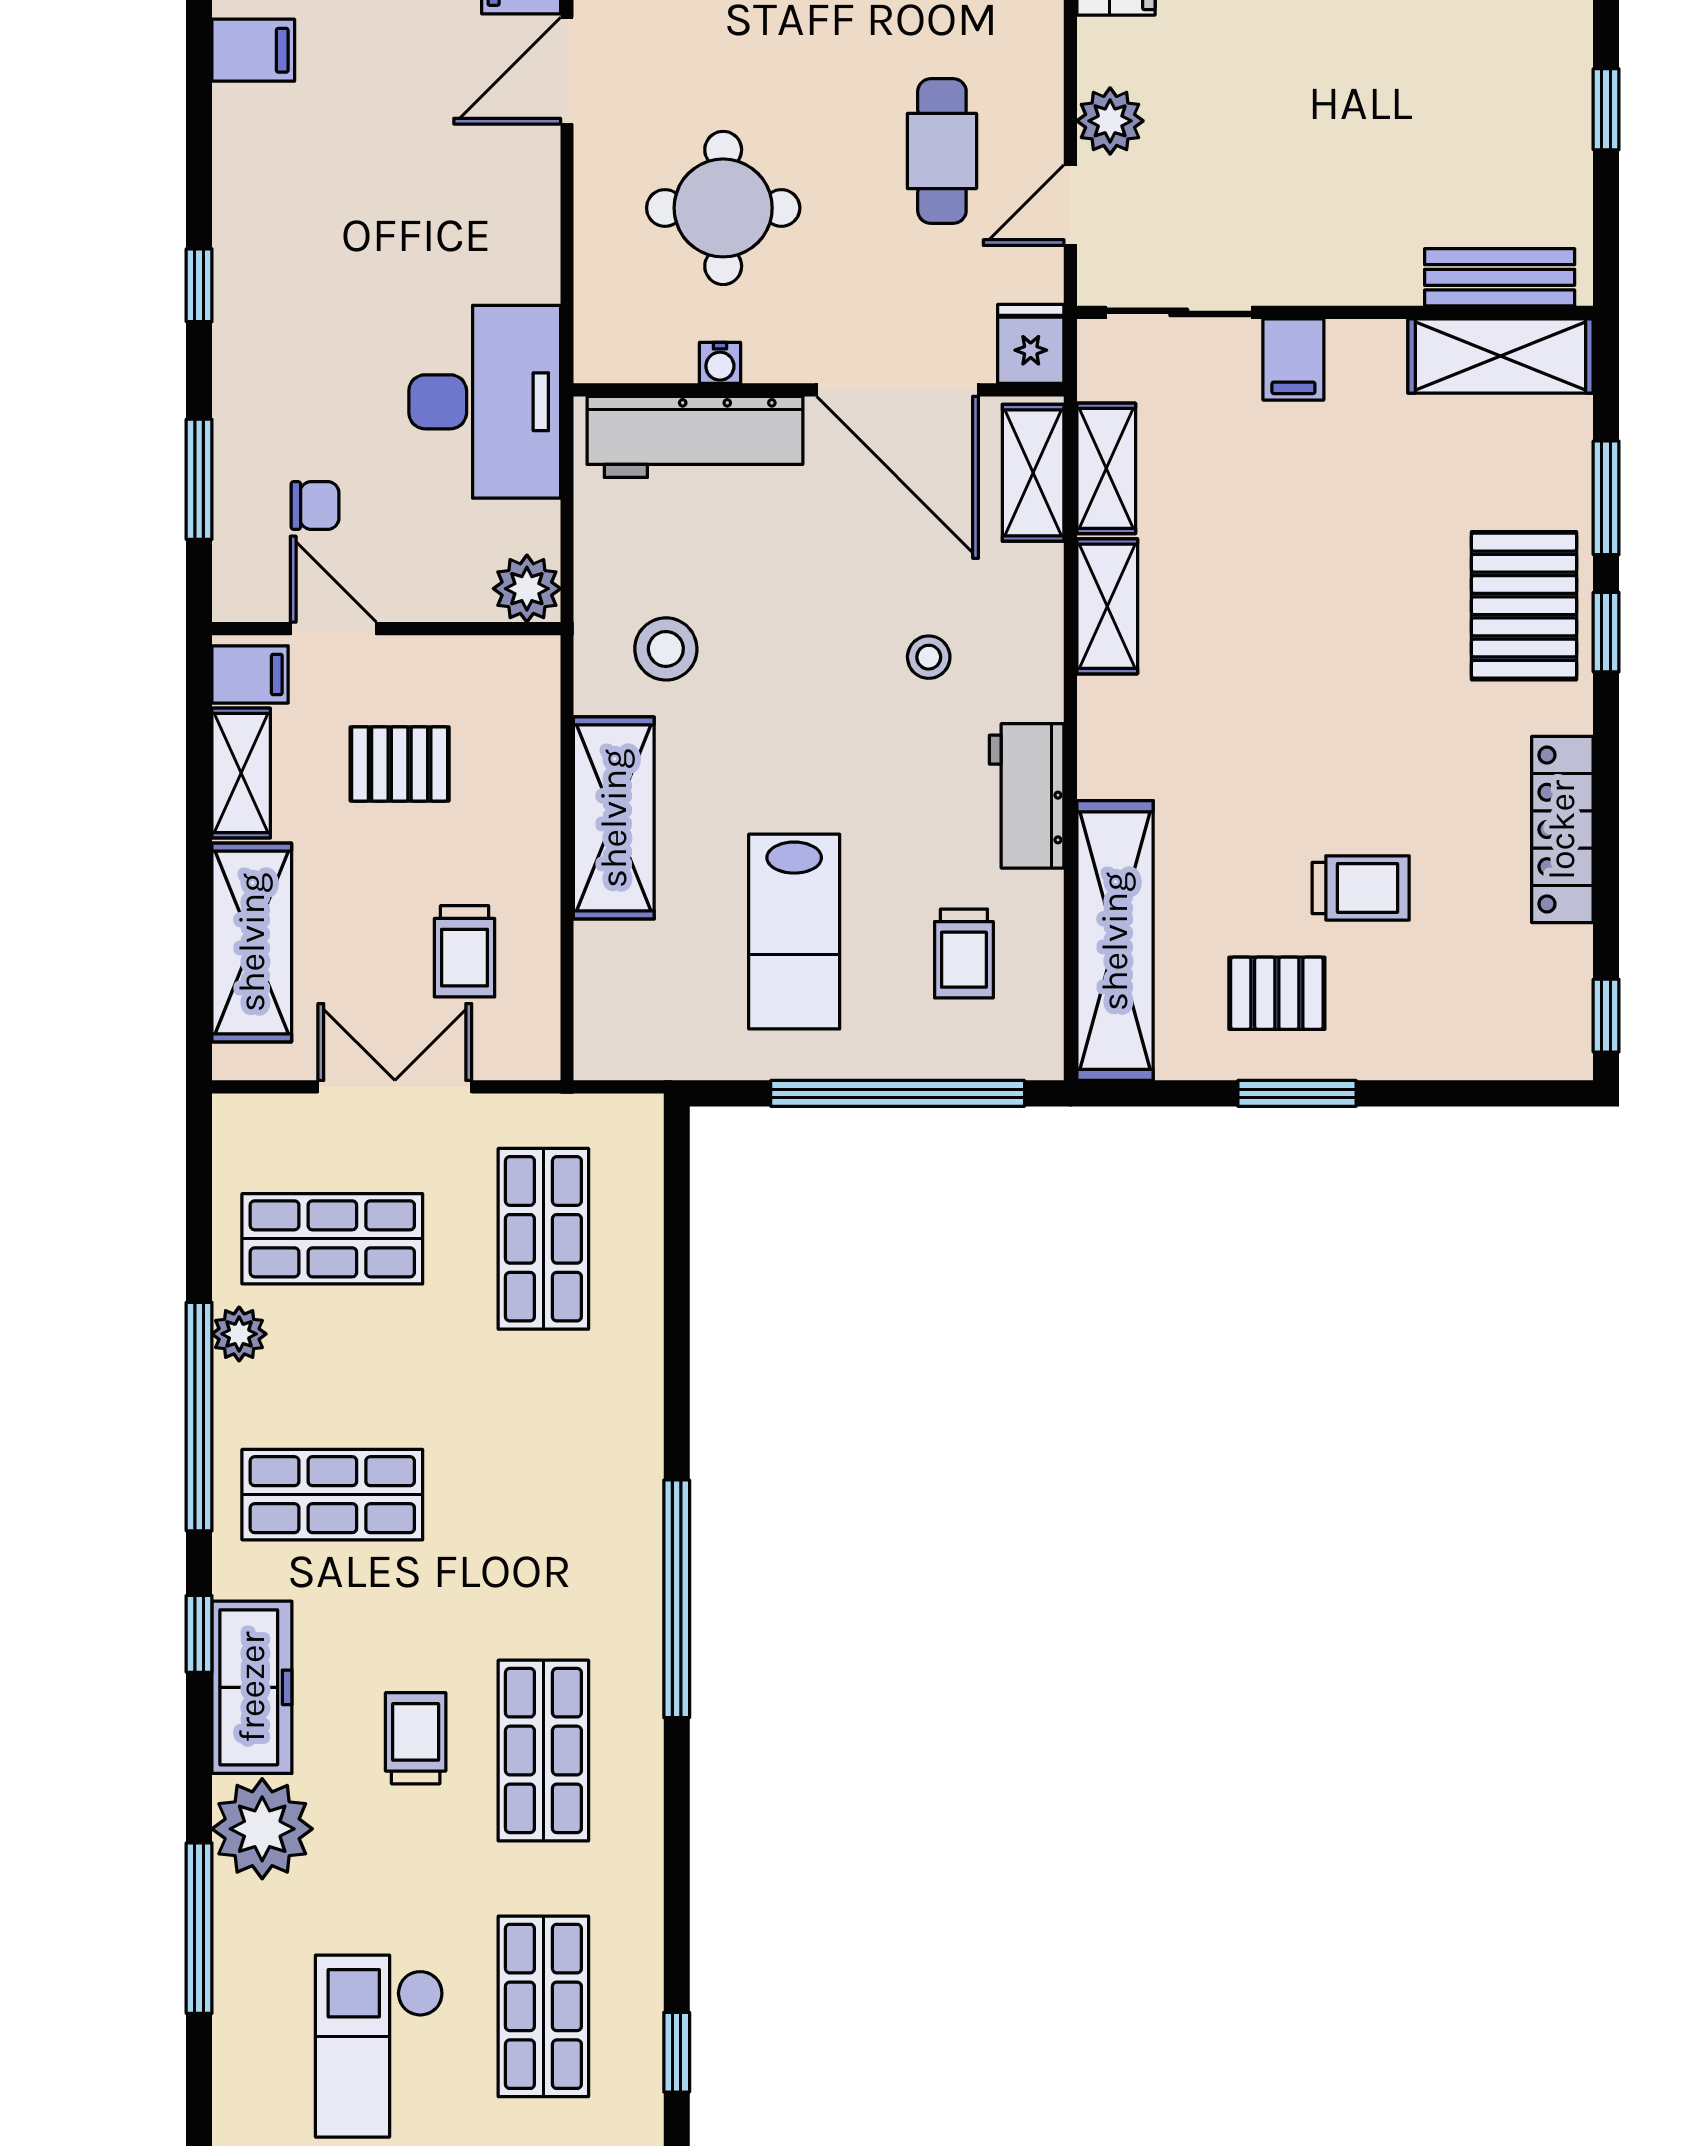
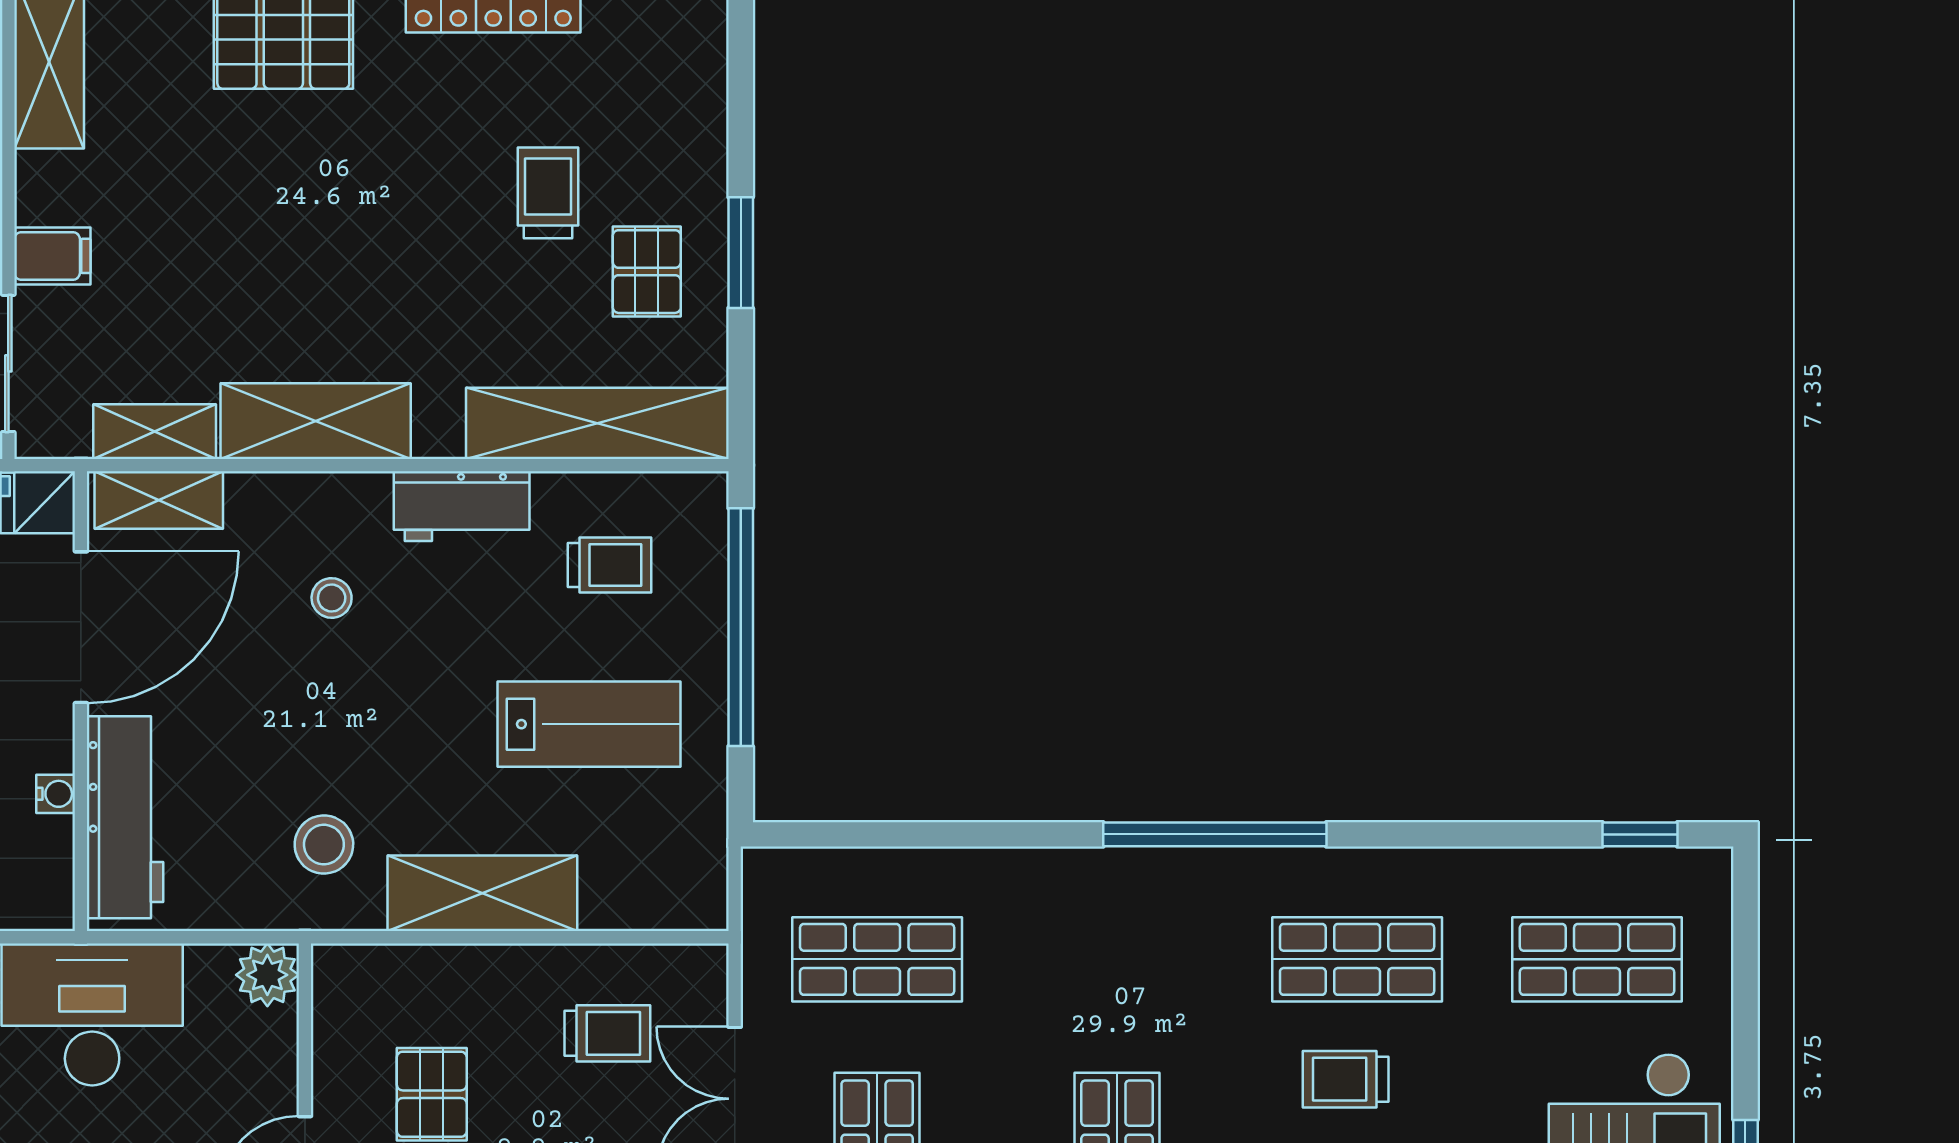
shelving: (1107, 606) -> (316, 421), width x1.50, depth x1.33

